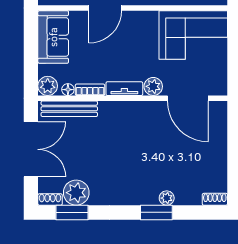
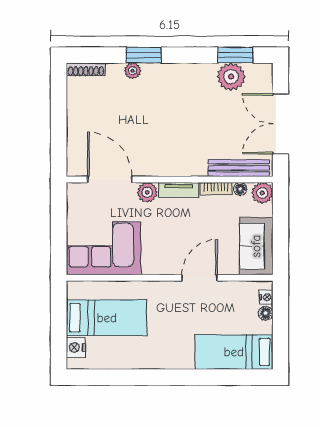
shoe rack: (50, 199) -> (260, 69), removed
shoe rack: (215, 199) -> (86, 69), width x1.43

